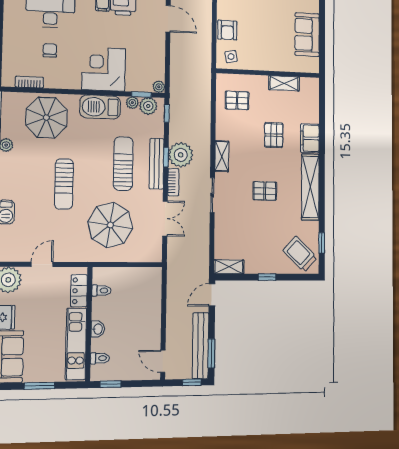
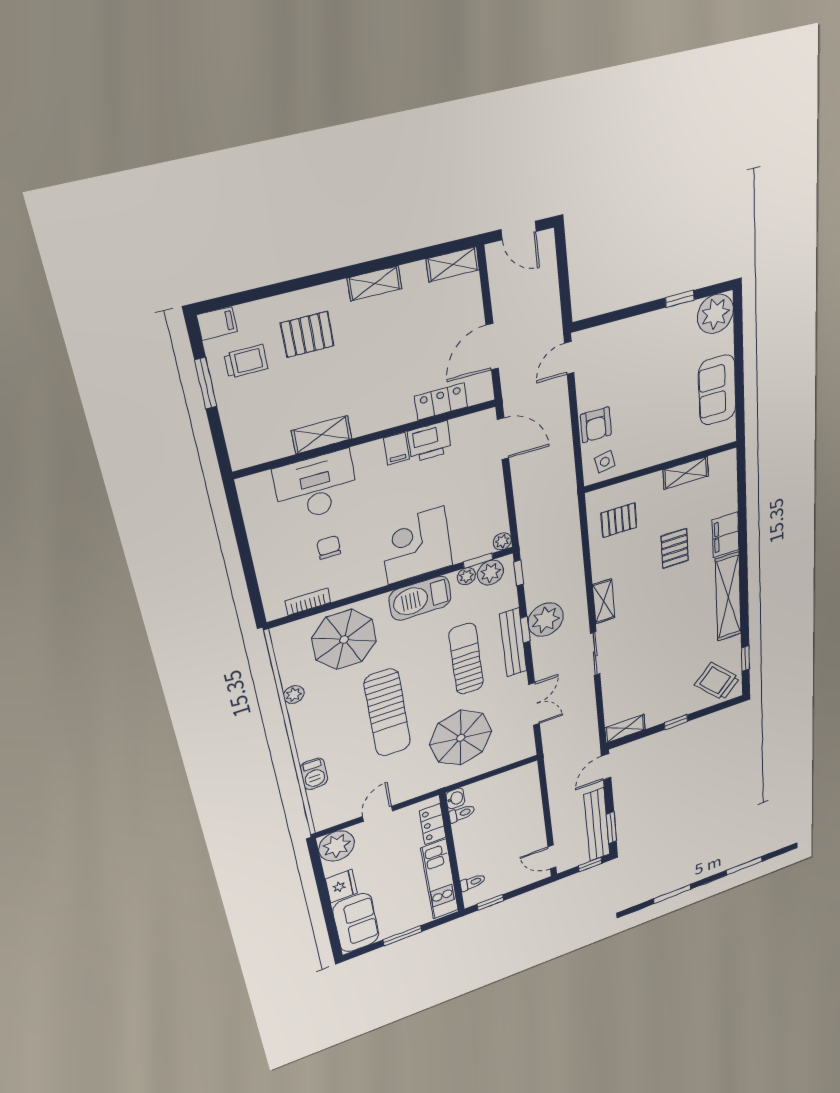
bookcase: (173, 182) -> (540, 657), removed
sun lounger: (64, 184) -> (387, 713), width x1.36, depth x1.34
pallet: (265, 191) -> (667, 623), removed
washbasin: (98, 329) -> (455, 798), moved

